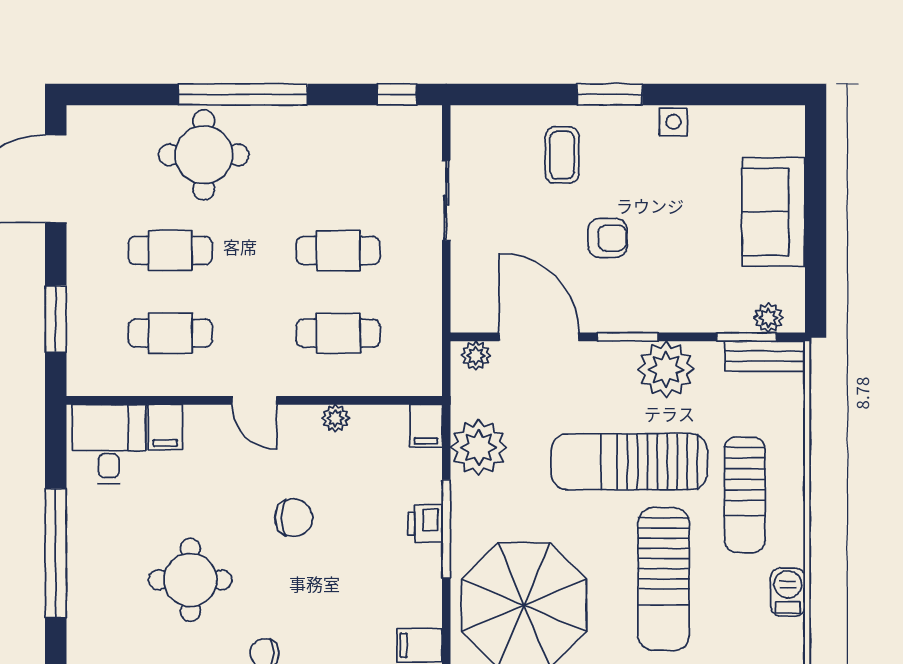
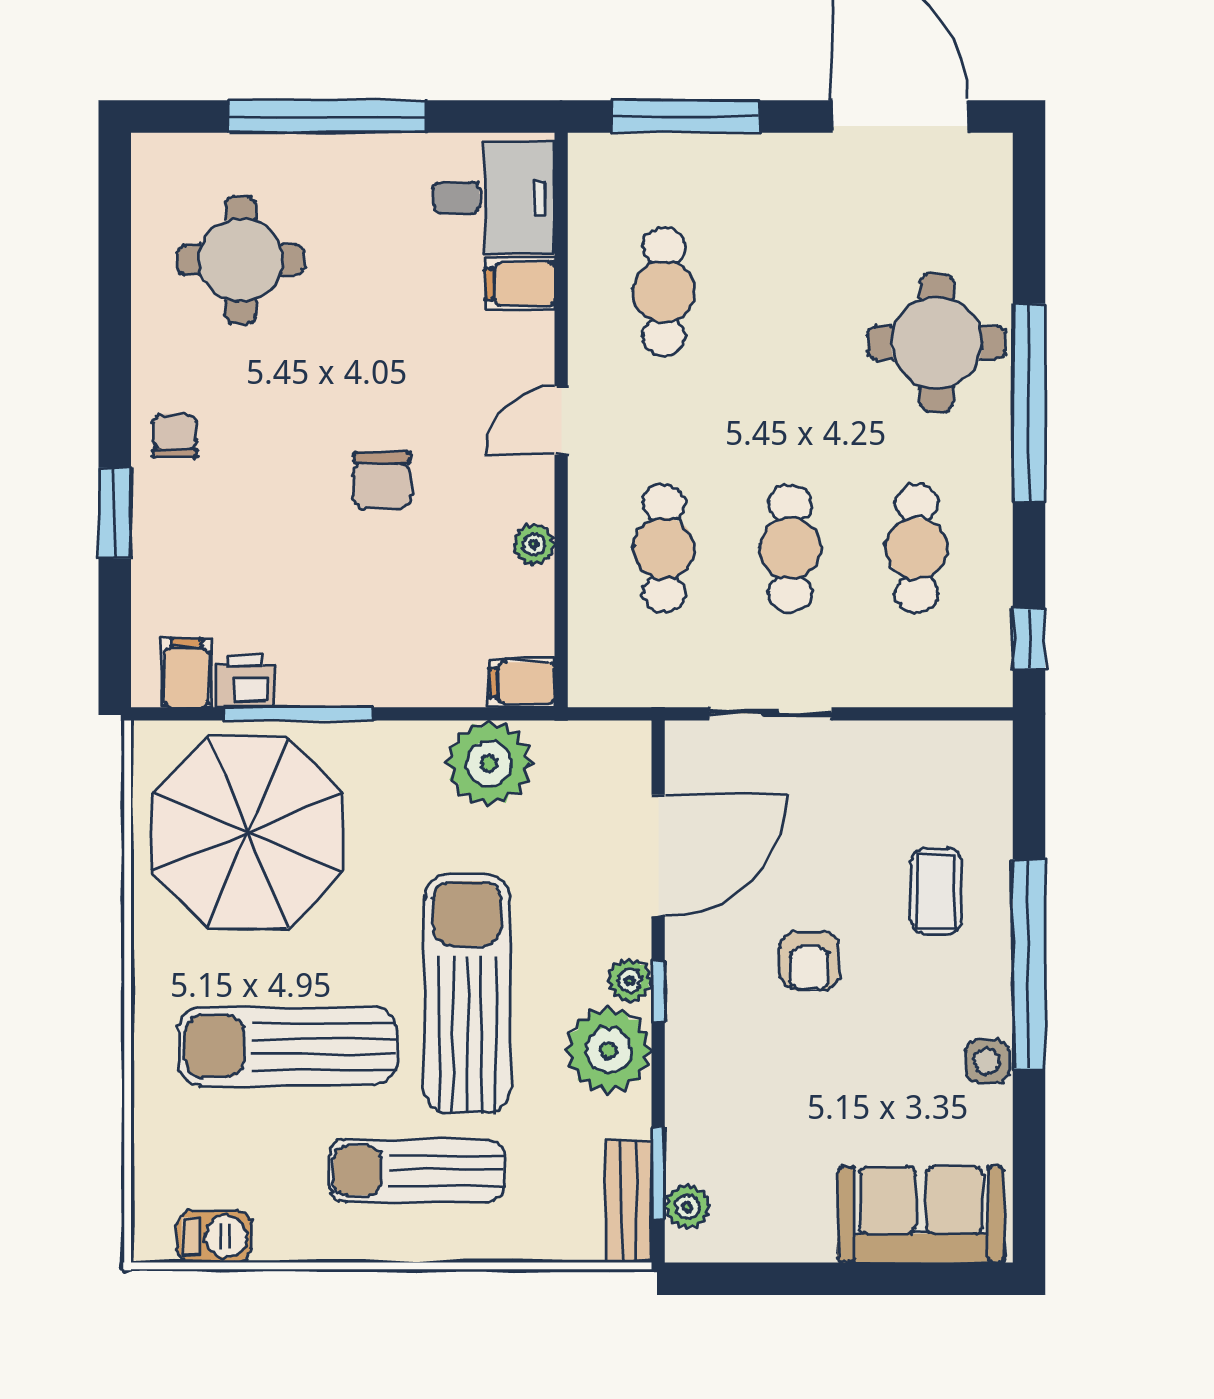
window: (610, 94) -> (1029, 964), width x2.11
coffee table: (562, 155) -> (936, 891), turned 90
sliding door: (446, 200) -> (770, 714), moved
sofa: (774, 212) -> (921, 1215), moved
cafe table: (170, 251) -> (917, 548), moved
window: (56, 319) -> (686, 117), width x1.44
window: (628, 337) -> (658, 991), width x0.67
plant: (476, 356) -> (630, 981), moved
printer: (425, 524) -> (245, 681), moved
window: (446, 529) -> (298, 714), moved
round table: (190, 580) -> (241, 260), moved
barbecue: (788, 592) -> (214, 1236), moved

